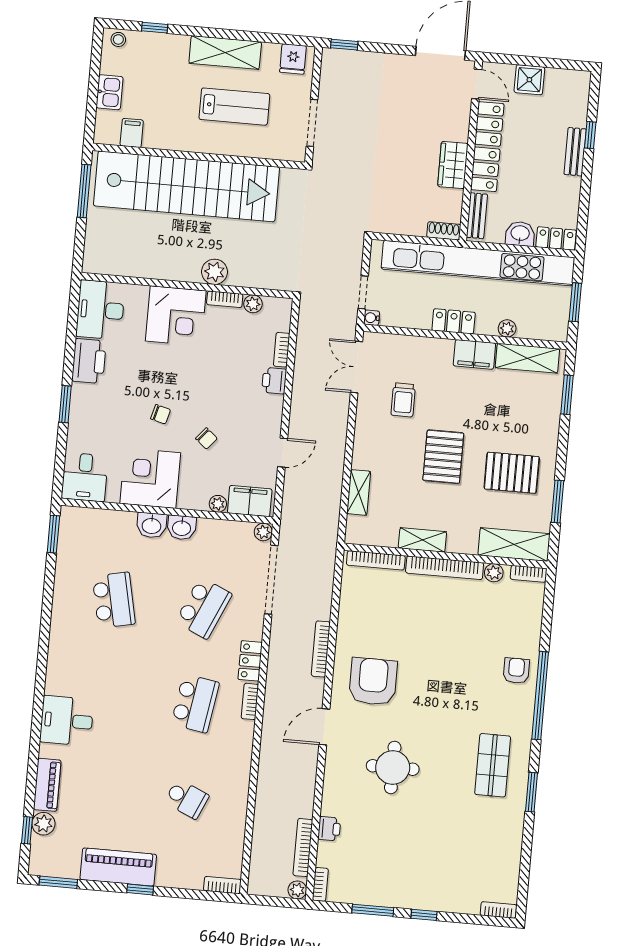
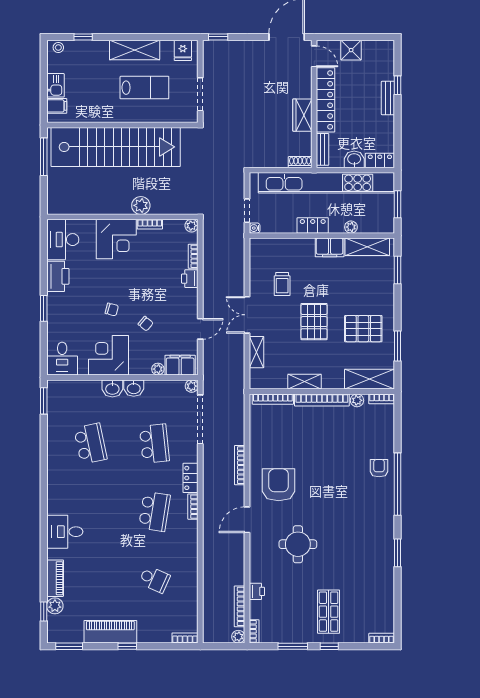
filing cabinet: (132, 133) -> (57, 106), moved, turned 90
plant: (253, 304) -> (192, 226), moved
double door: (356, 367) -> (247, 315), moved
school desk: (204, 608) -> (154, 444), turned -30
shop shelf: (493, 765) -> (329, 612), moved

